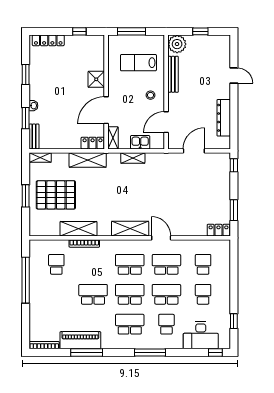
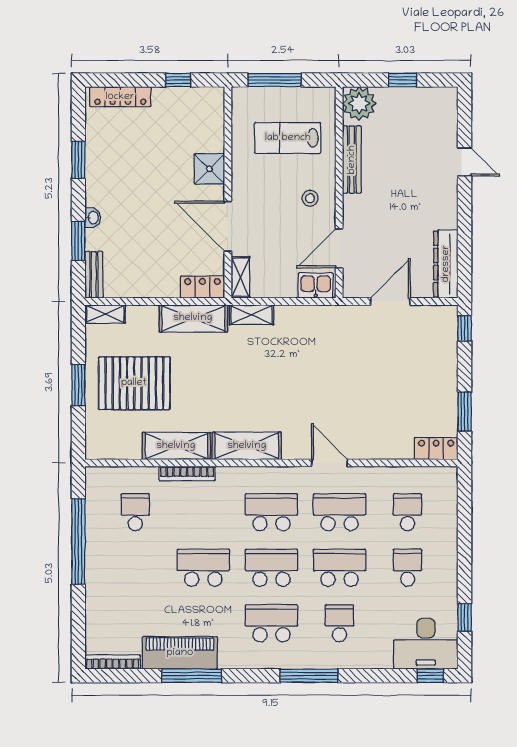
door: (106, 110) -> (228, 226), hinge flipped
dresser: (224, 118) -> (446, 264), moved
kitchen sink: (140, 142) -> (316, 286), moved
shelving: (133, 158) -> (252, 315), moved
shelving: (130, 229) -> (247, 446), moved
desk: (201, 335) -> (426, 644), moved

